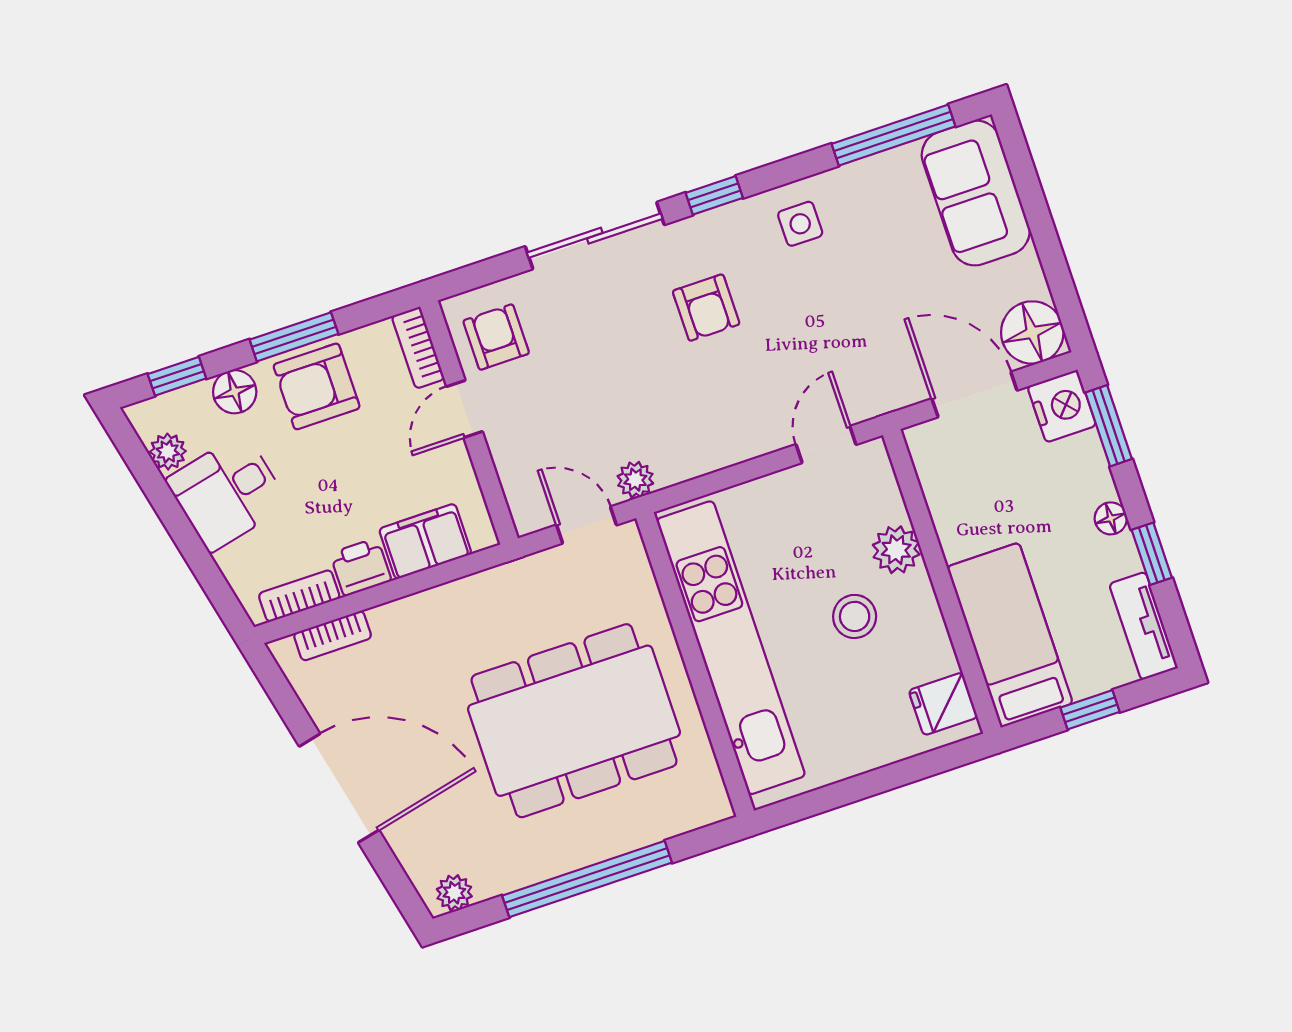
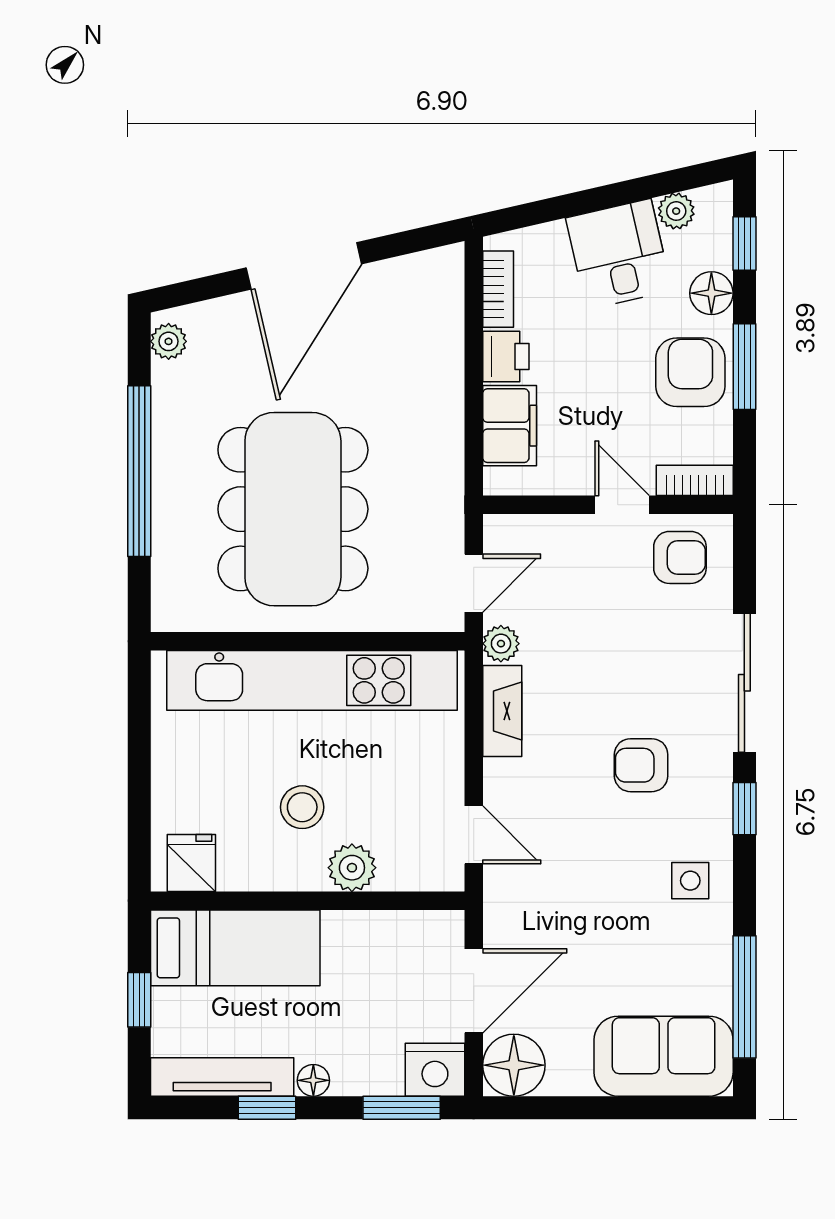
fireplace: (699, 457) -> (502, 711), added
tv unit: (1143, 626) -> (222, 1077), width x1.41
bookcase: (333, 636) -> (450, 308), removed

